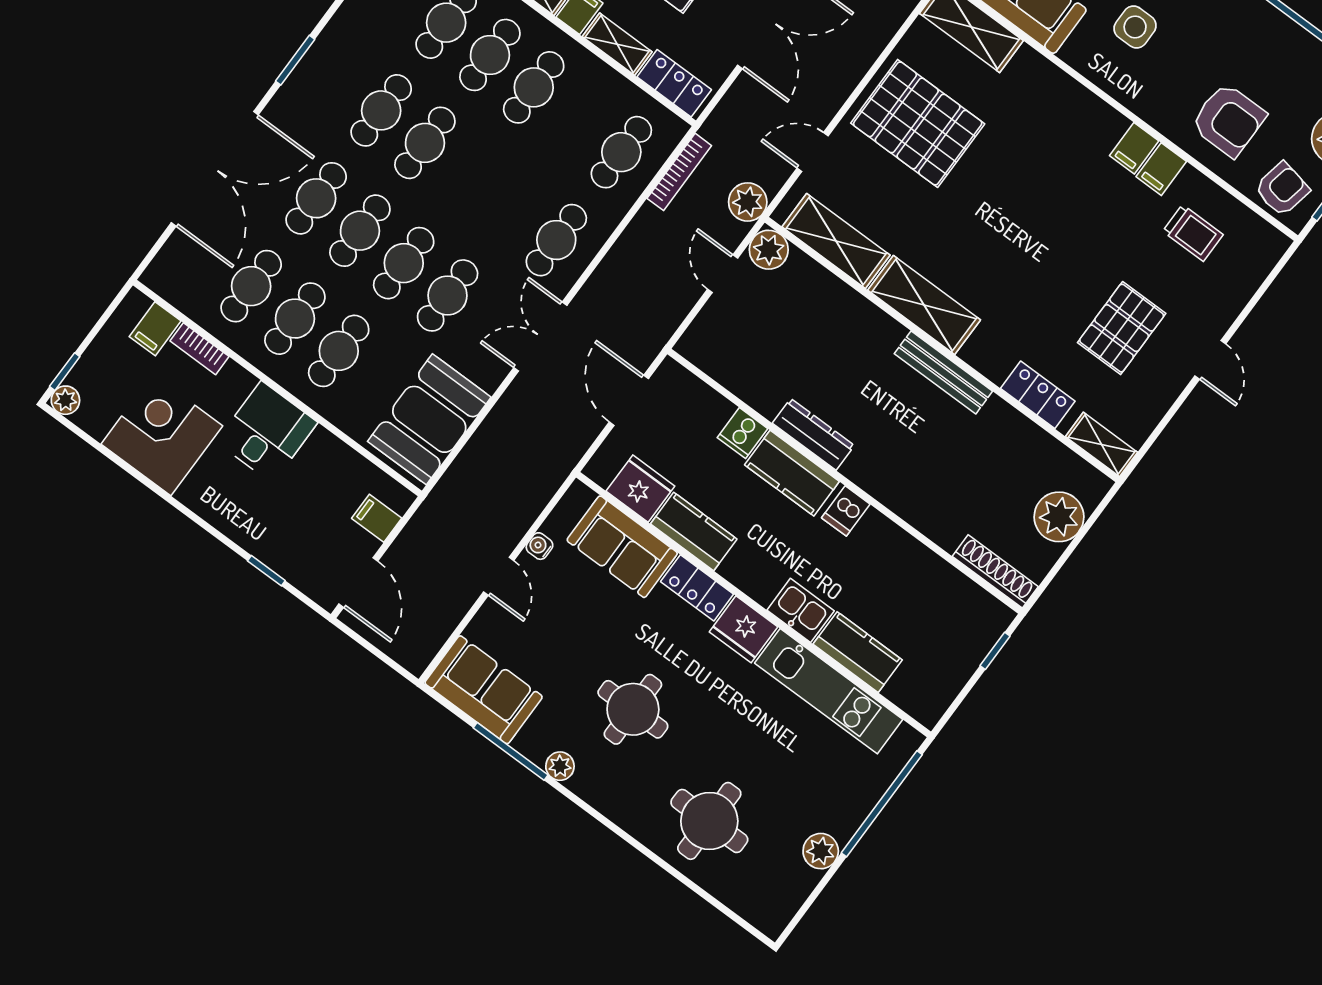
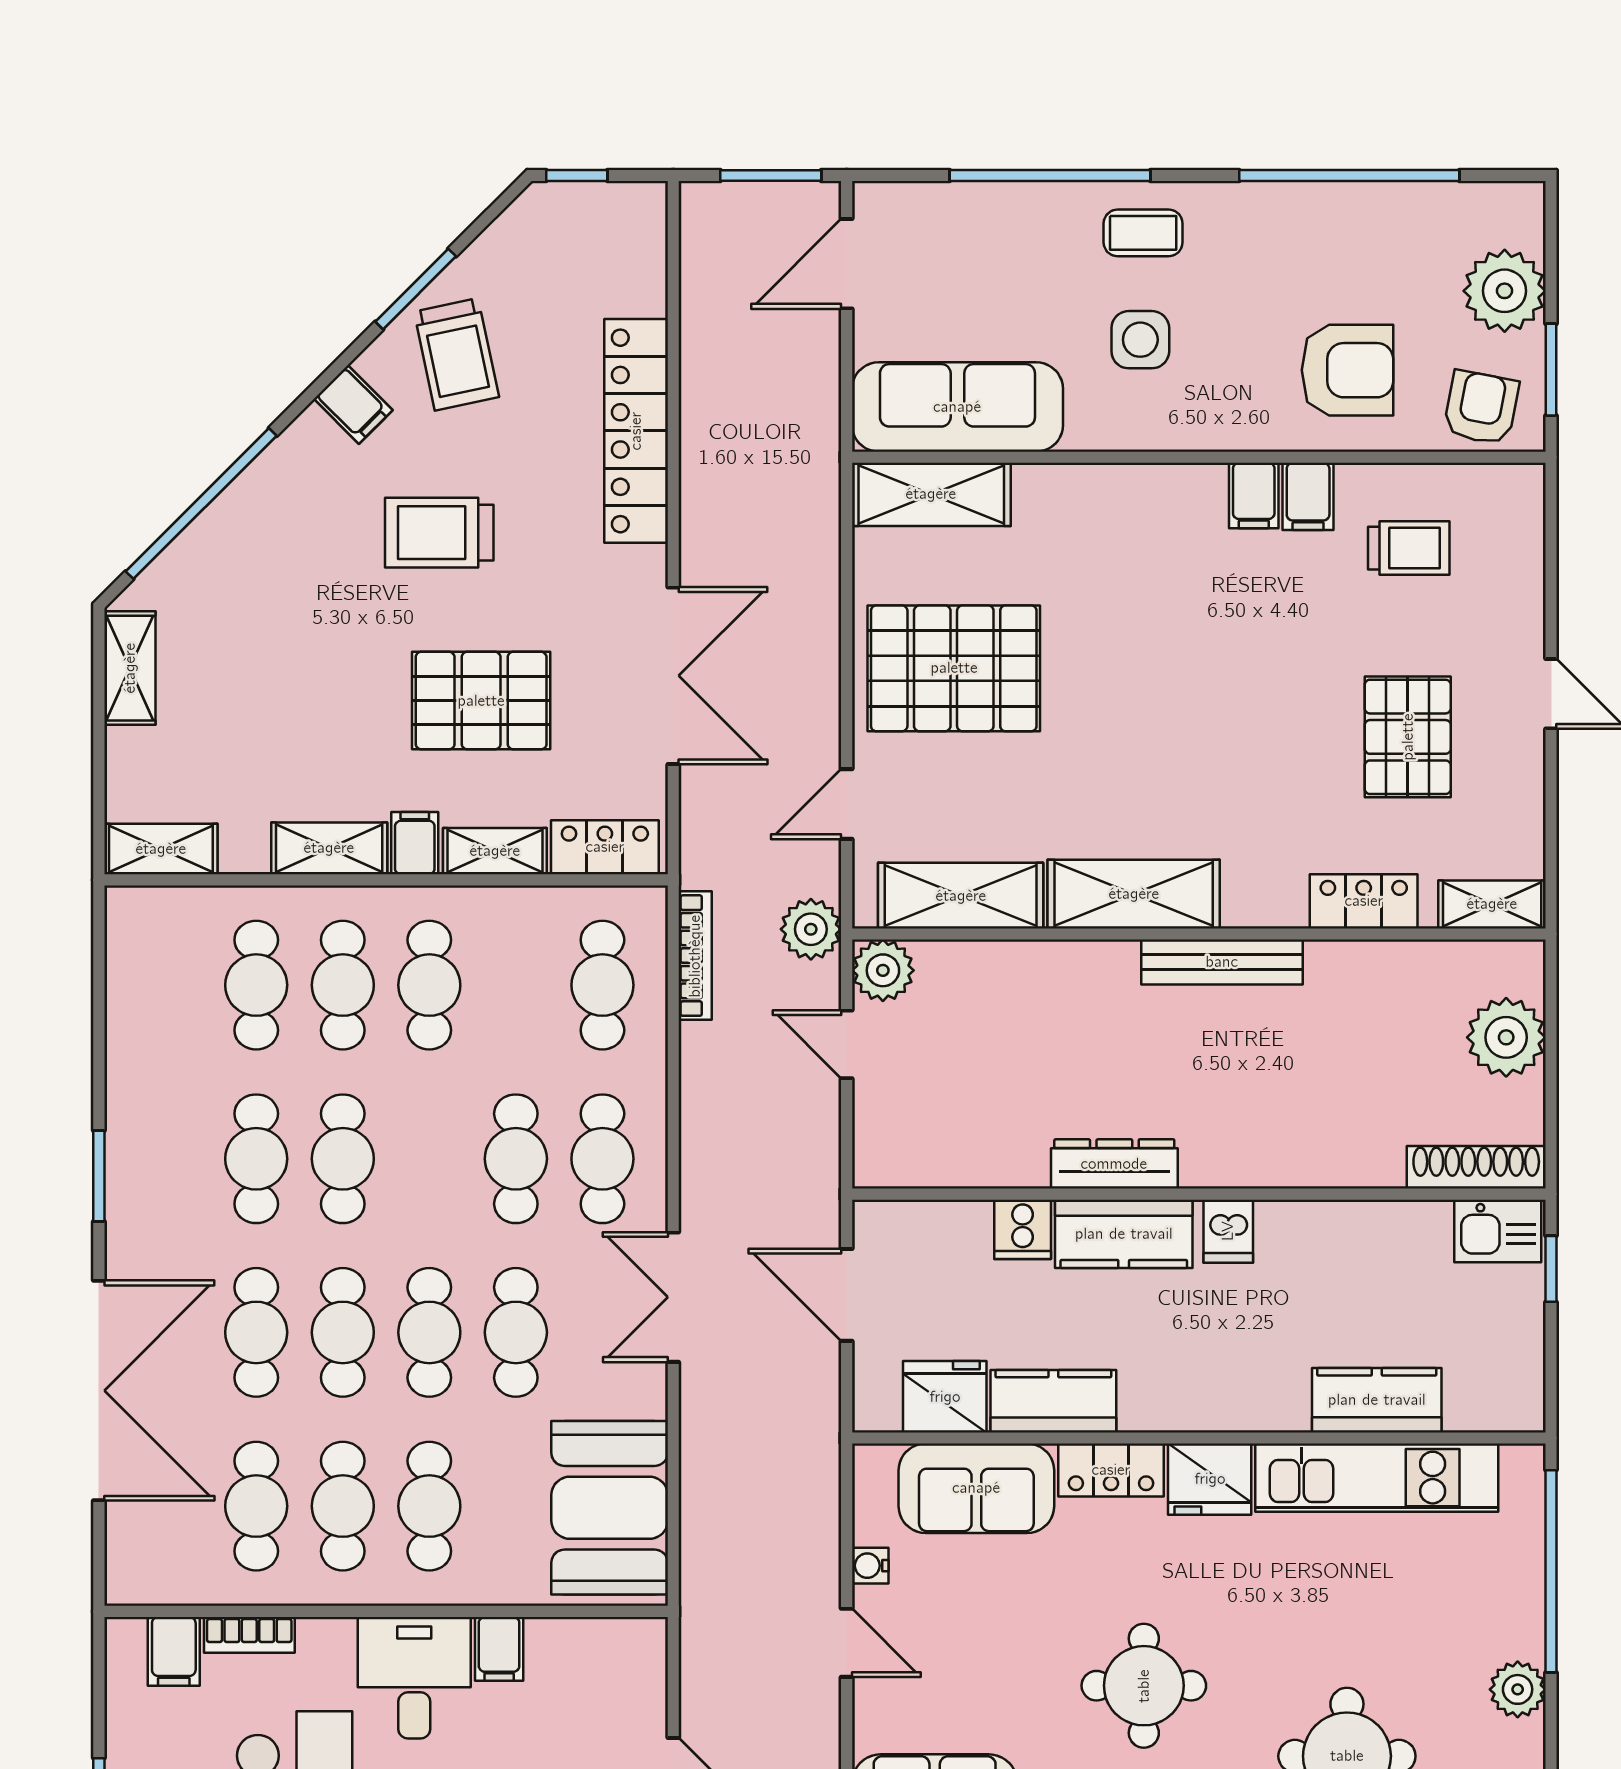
cafe table: (513, 208) -> (516, 1159), added
filing cabinet: (377, 518) -> (499, 1649), moved, turned -90
kitchen sink: (801, 610) -> (1498, 1231), moved, turned 180

